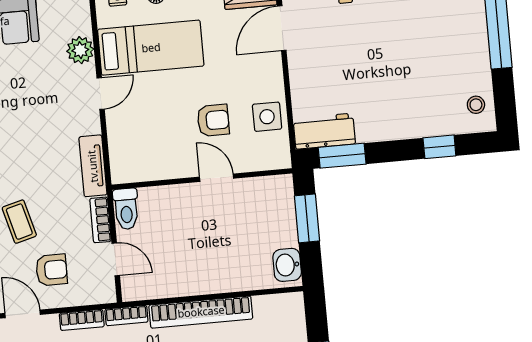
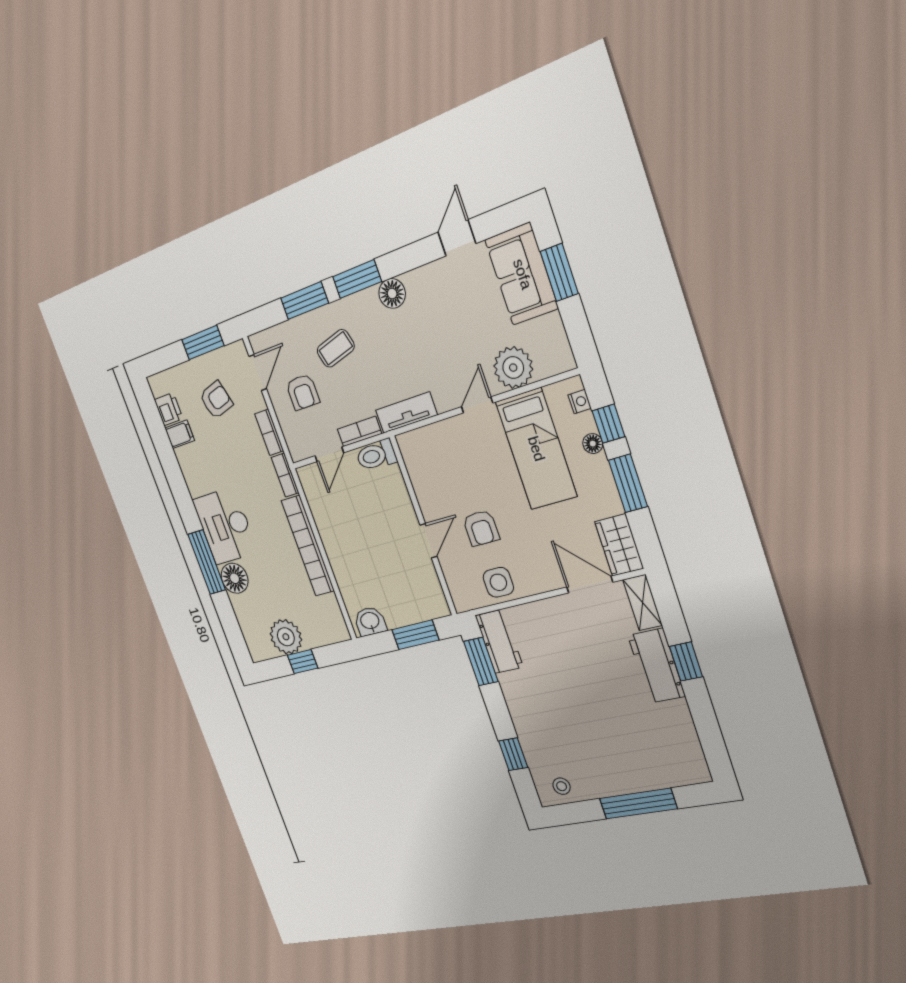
plant: (80, 50) -> (513, 368), width x1.36, depth x1.36
door: (101, 94) -> (477, 405), swing flipped

